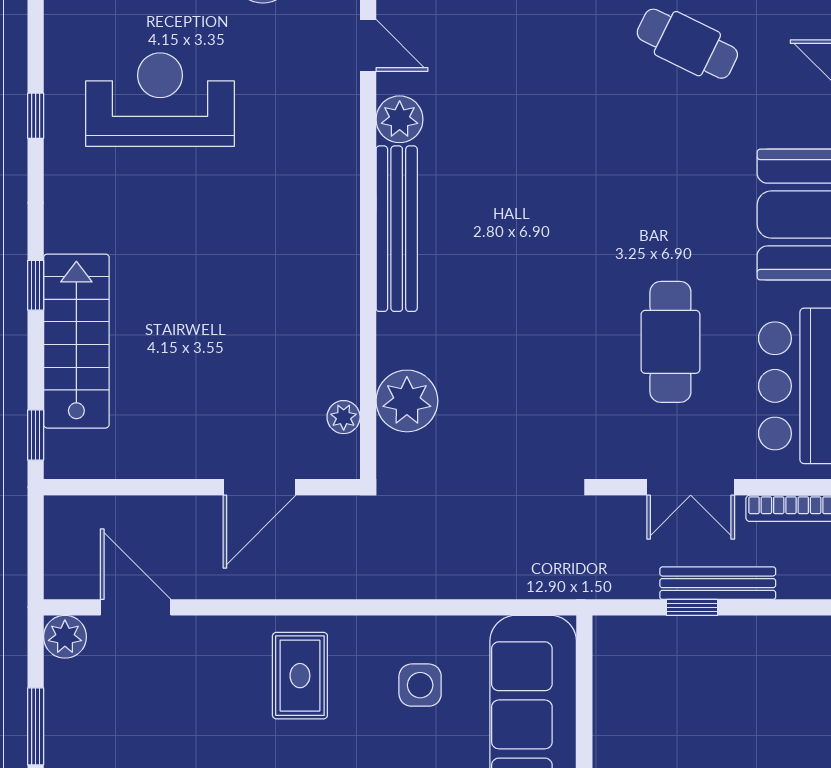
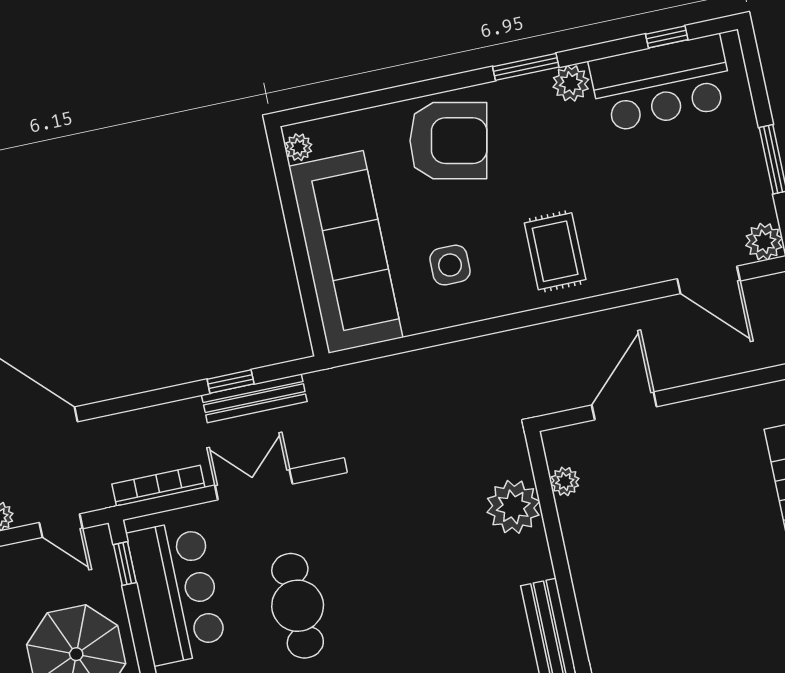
bench: (718, 583) -> (254, 398), moved

